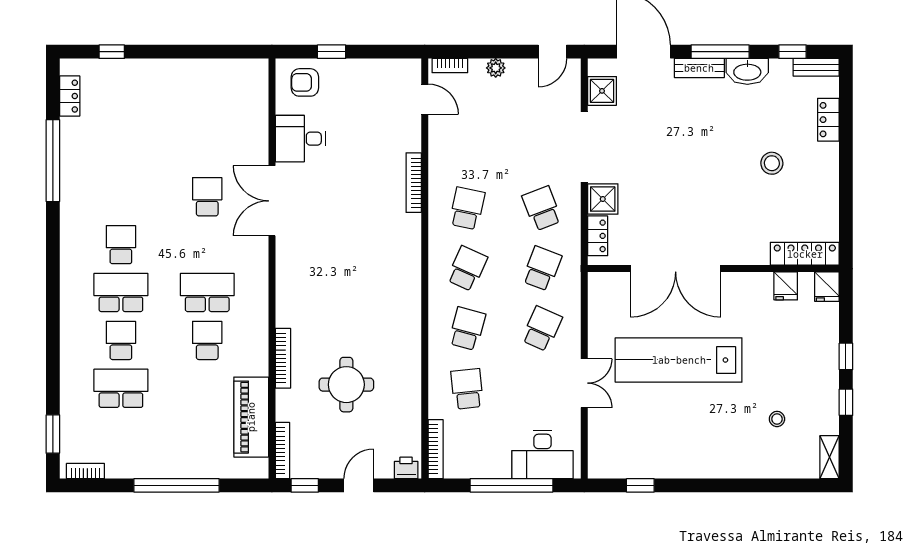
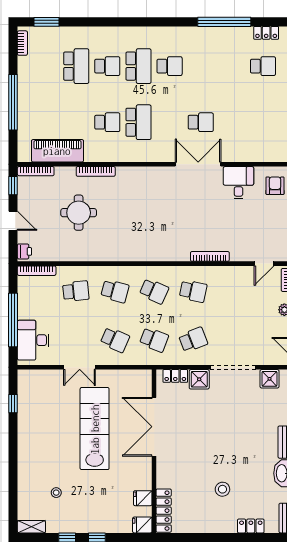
school desk: (121, 101) -> (263, 66), added

